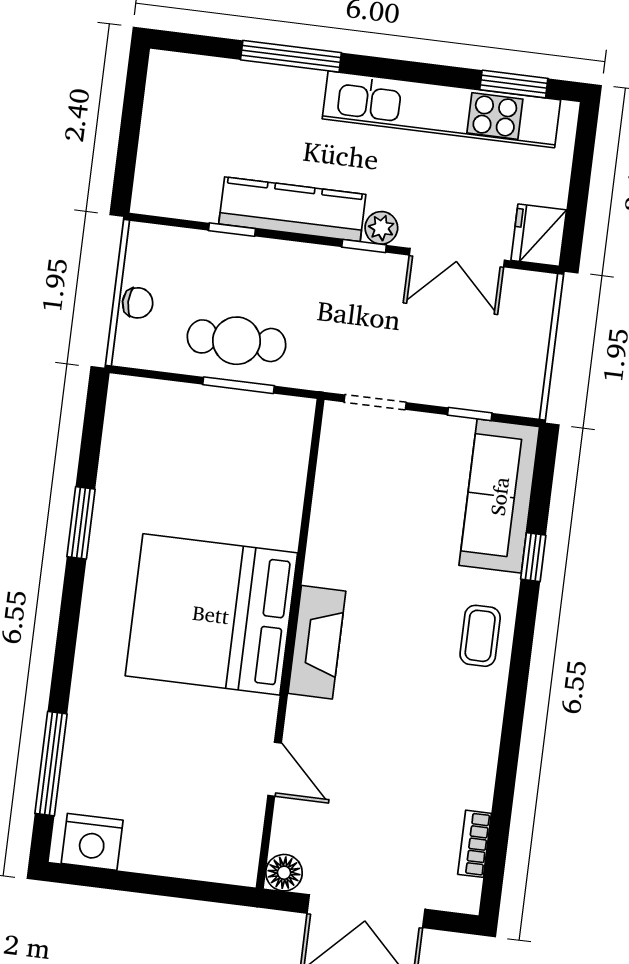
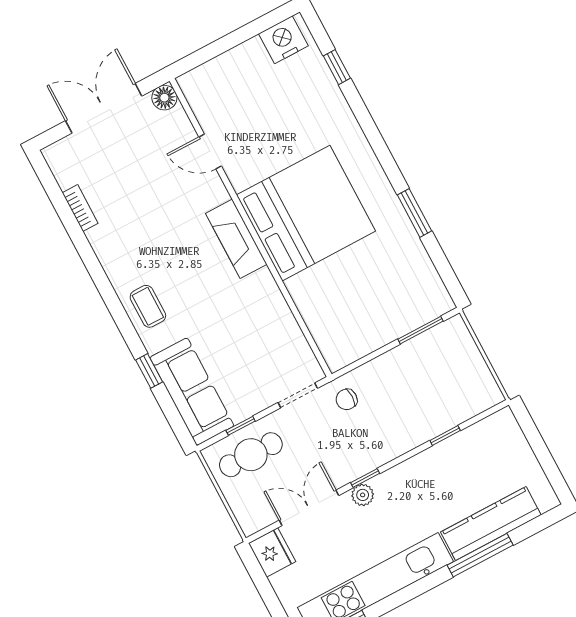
kitchen counter: (292, 209) -> (491, 523), moved, turned 180
chair: (138, 303) -> (347, 399), moved
cafe table: (237, 341) -> (251, 455), moved
window: (239, 385) -> (420, 330), moved
window: (51, 764) -> (337, 67), width x0.46
bookcase: (475, 844) -> (80, 208), moved

